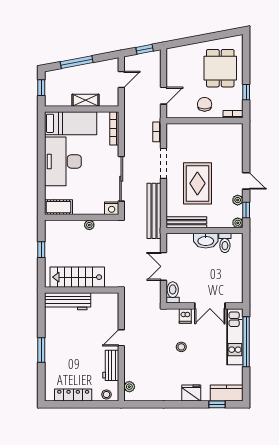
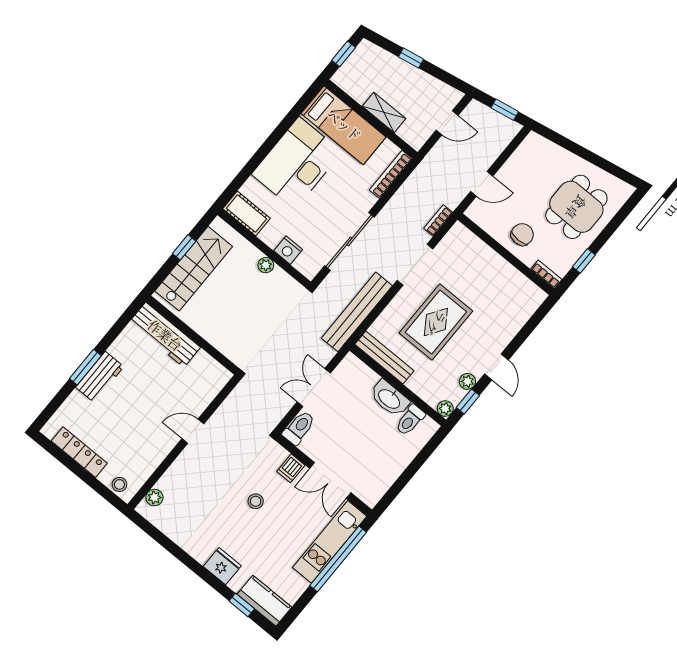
window: (77, 62) -> (411, 58), width x0.46
nightstand: (112, 208) -> (288, 250), moved
stairs: (77, 277) -> (194, 269), moved, turned 90
workbench: (111, 365) -> (100, 377), moved, turned 180

